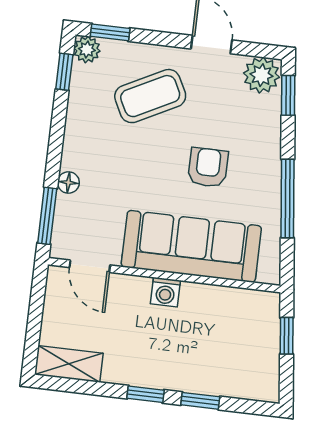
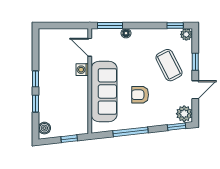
window: (110, 32) -> (195, 62), moved
armchair: (208, 168) -> (140, 95), turned 180
door: (90, 266) -> (90, 47), hinge flipped
washing machine: (165, 292) -> (82, 70), moved
shelving: (69, 364) -> (45, 43), removed
boiler: (257, 388) -> (44, 128), added

